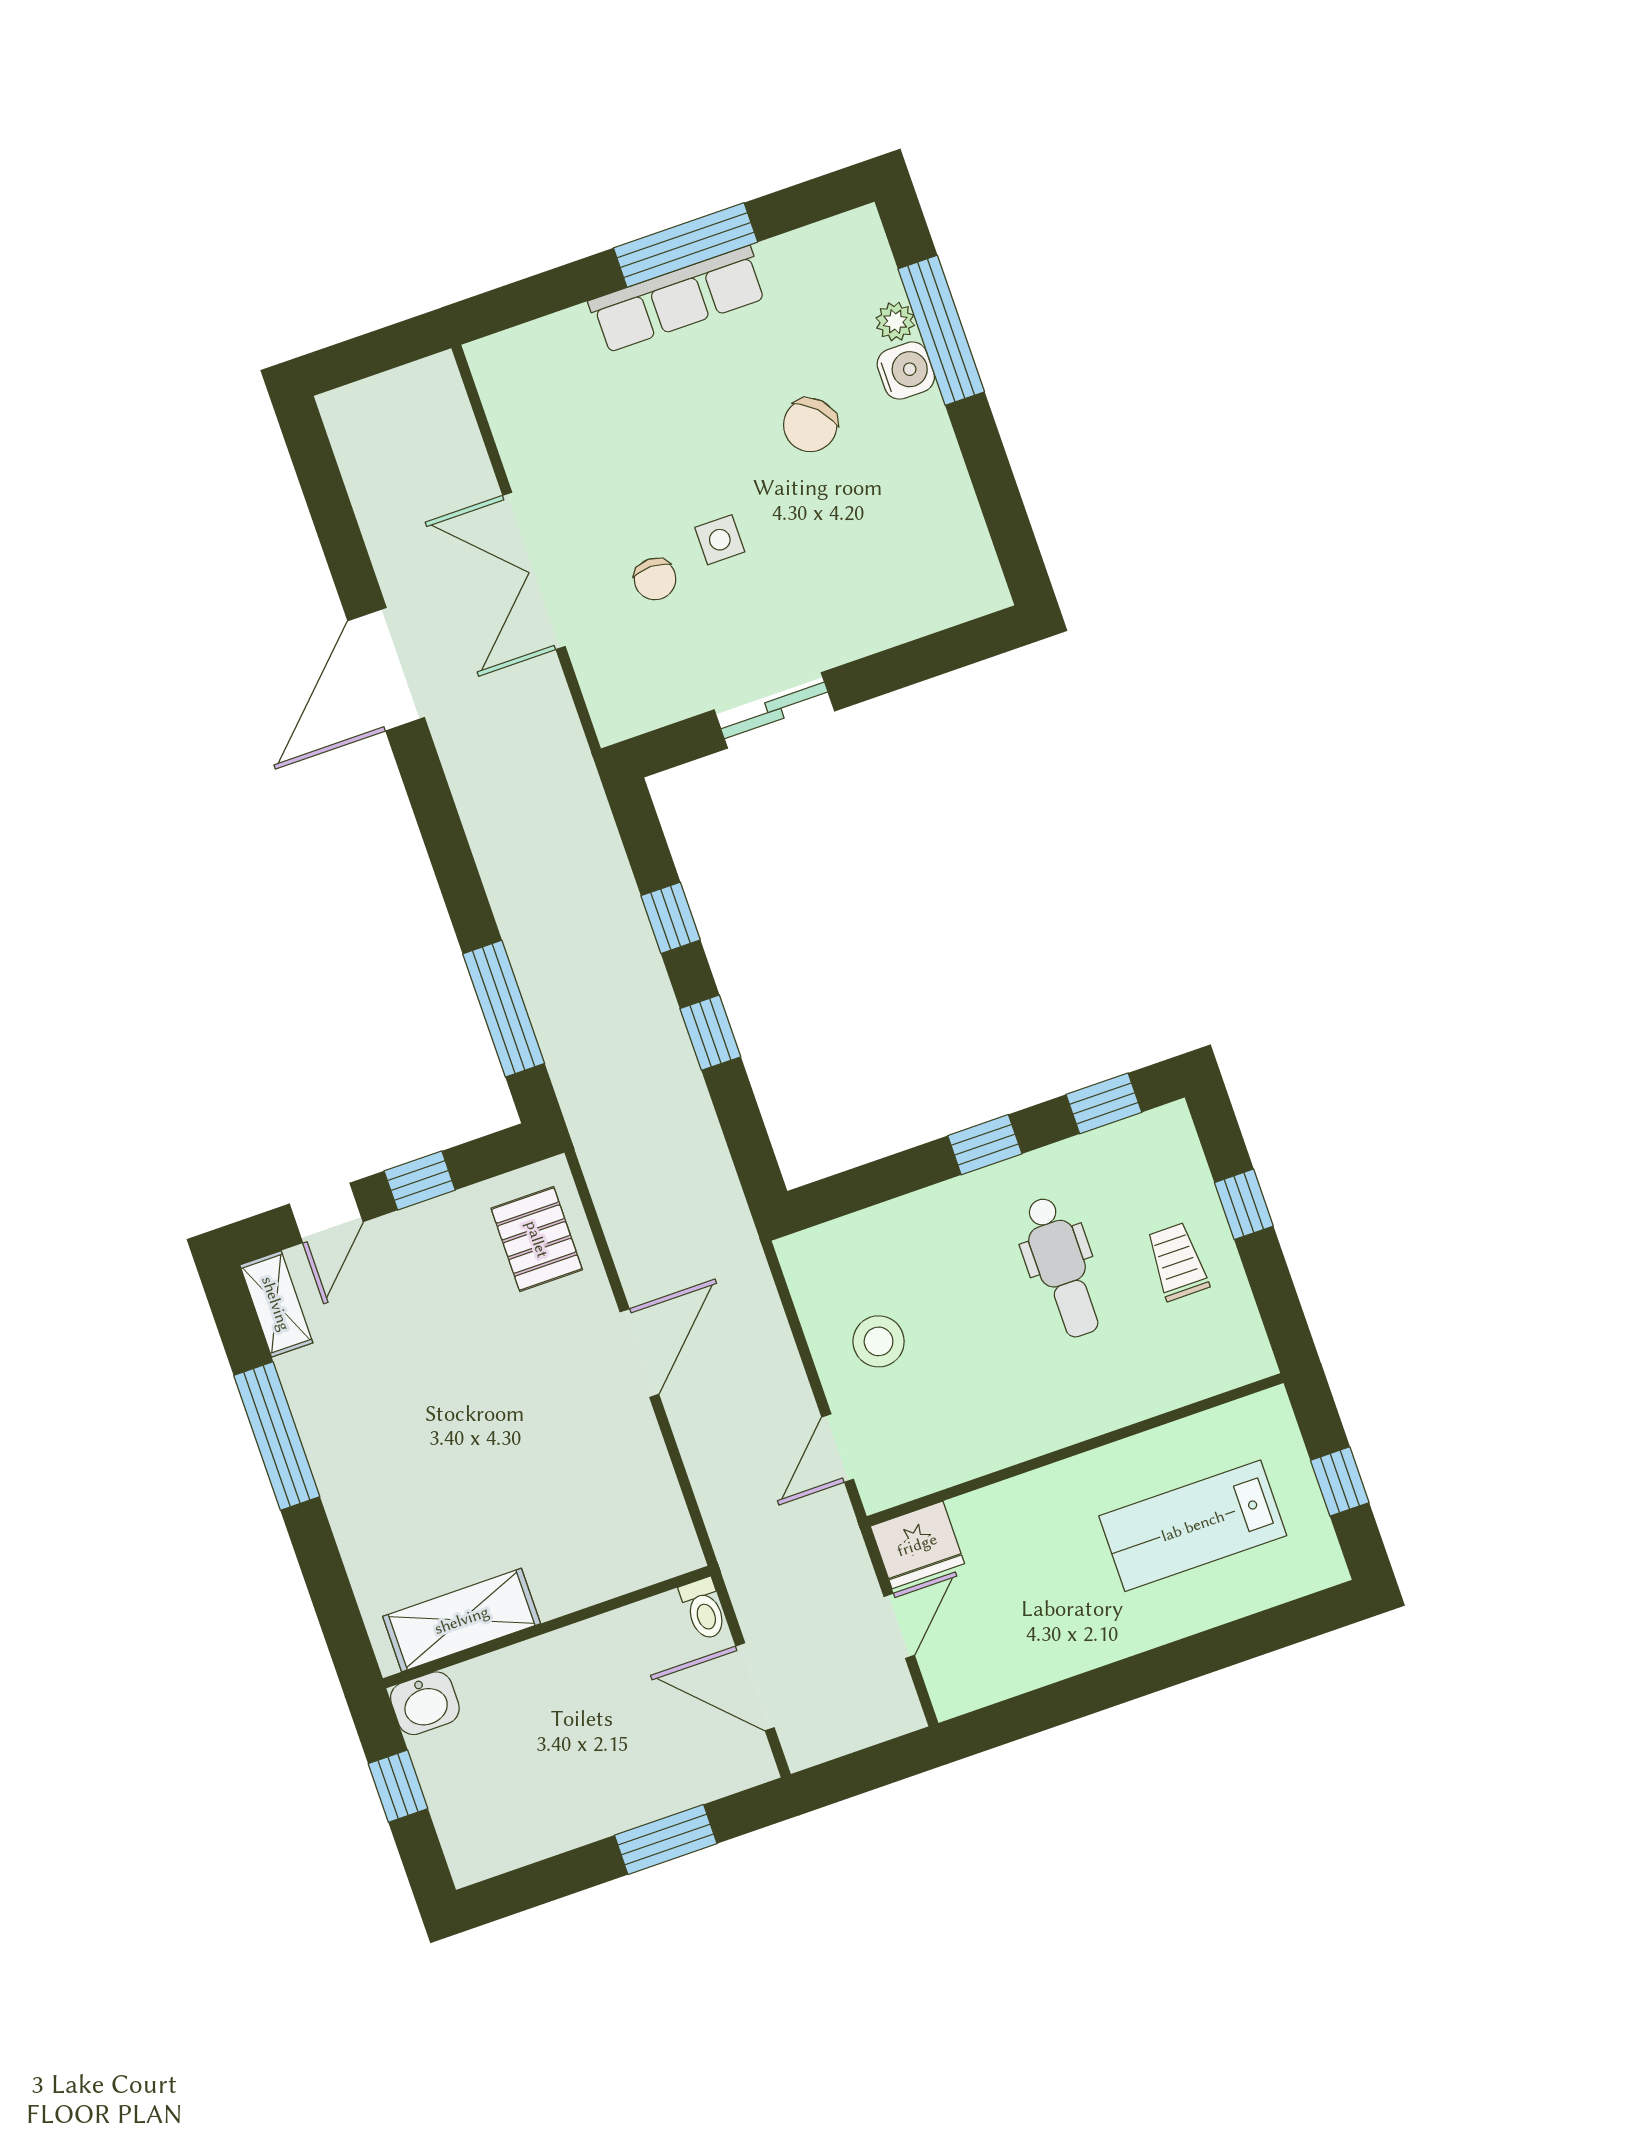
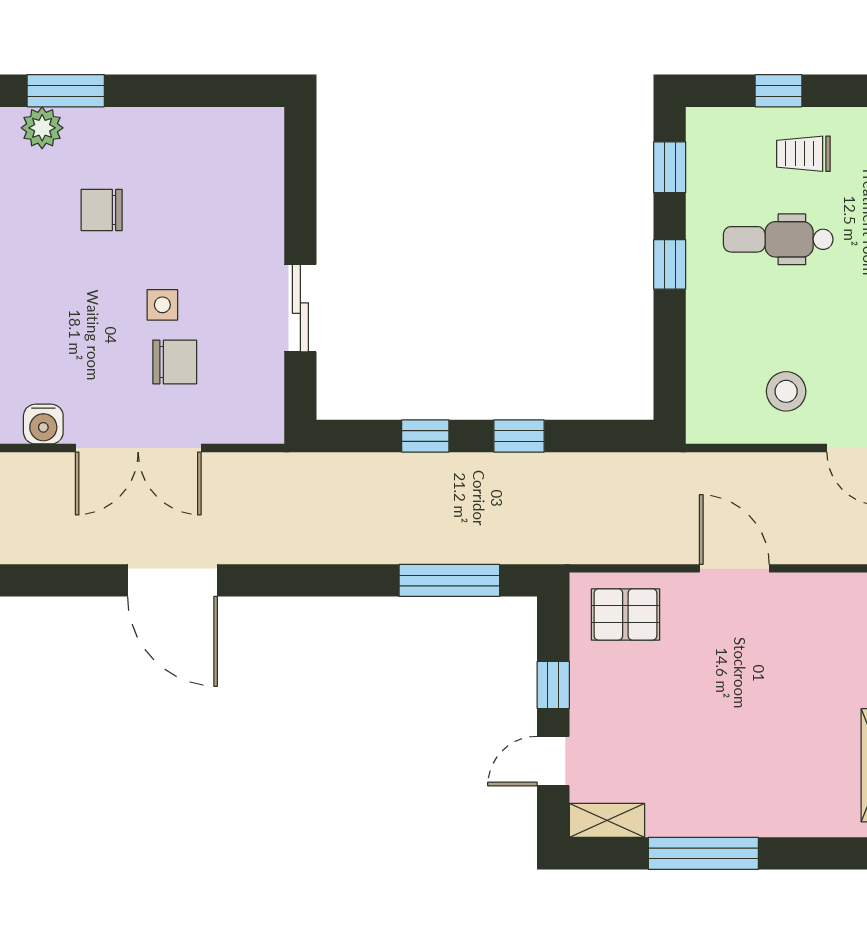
plant: (895, 322) -> (42, 128), width x1.38, depth x1.38
window: (941, 330) -> (66, 91), width x0.69
water cooler: (906, 371) -> (43, 424), moved, turned 180
chair: (810, 425) -> (102, 210), turned 134
chair: (655, 579) -> (175, 362), width x1.37, depth x1.37
door: (326, 1213) -> (553, 761), swing flipped
dental chair: (1062, 1267) -> (778, 239), turned 180

